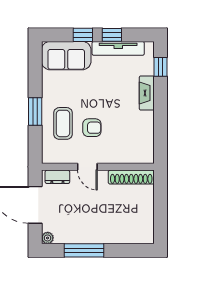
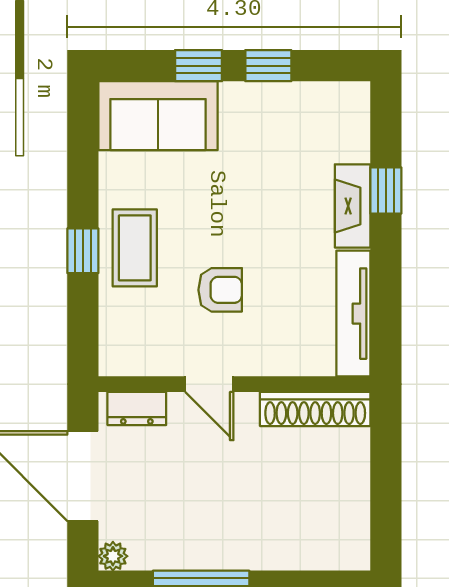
tv unit: (118, 48) -> (353, 314), moved, turned 90
window: (161, 67) -> (386, 190), moved
window: (35, 112) -> (83, 251), width x0.67
coffee table: (63, 123) -> (135, 248), moved

